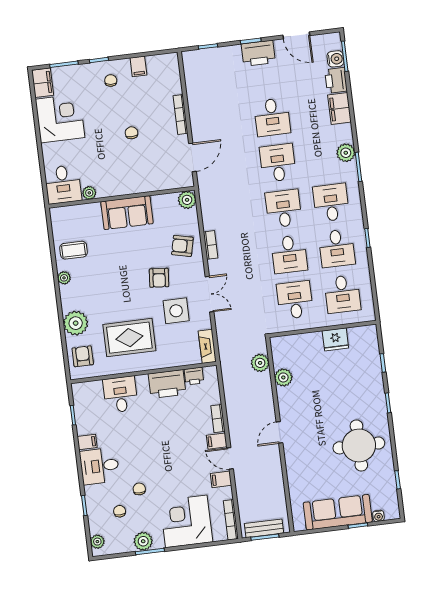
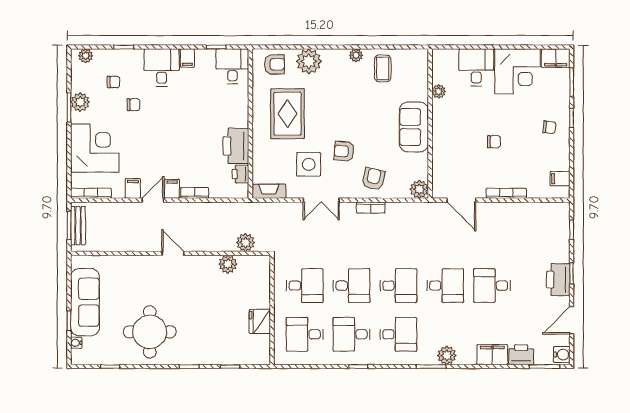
water cooler: (335, 59) -> (562, 355), moved, turned -90
filing cabinet: (138, 66) -> (560, 179), moved
desk: (63, 184) -> (476, 67), moved, turned 90
desk: (289, 254) -> (351, 286), turned 180
desk: (120, 394) -> (232, 66), moved, turned -90

